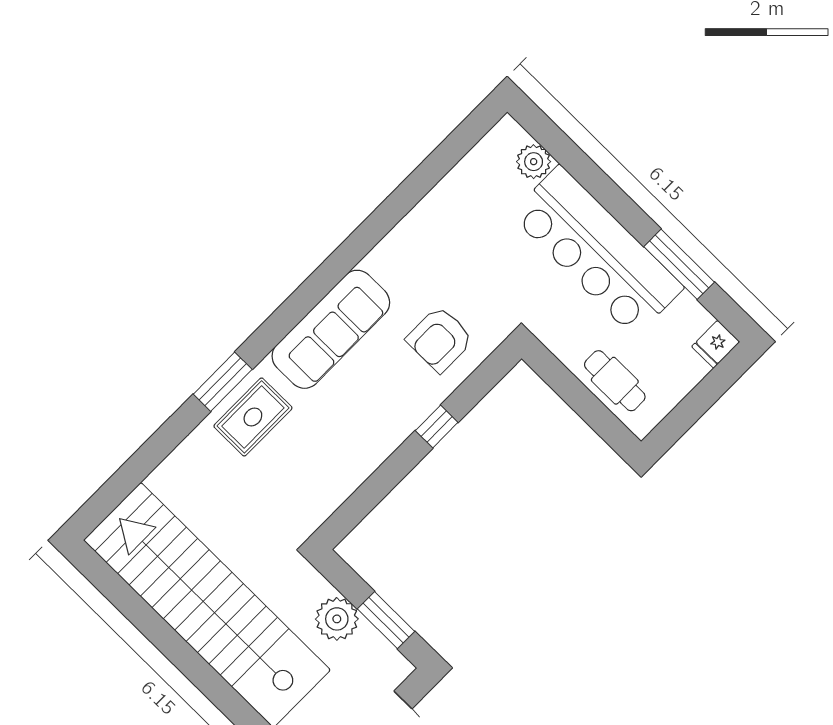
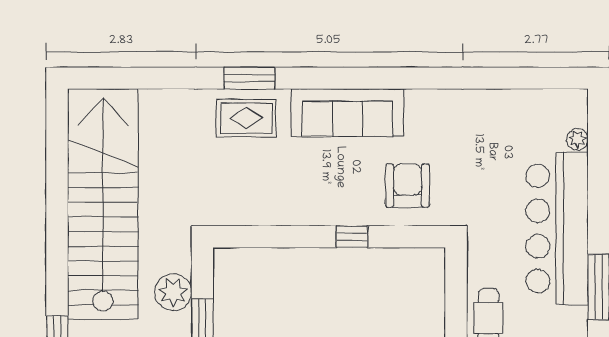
plant: (534, 162) -> (577, 139), width x0.73, depth x0.73
armchair: (440, 339) -> (408, 186), turned 90

